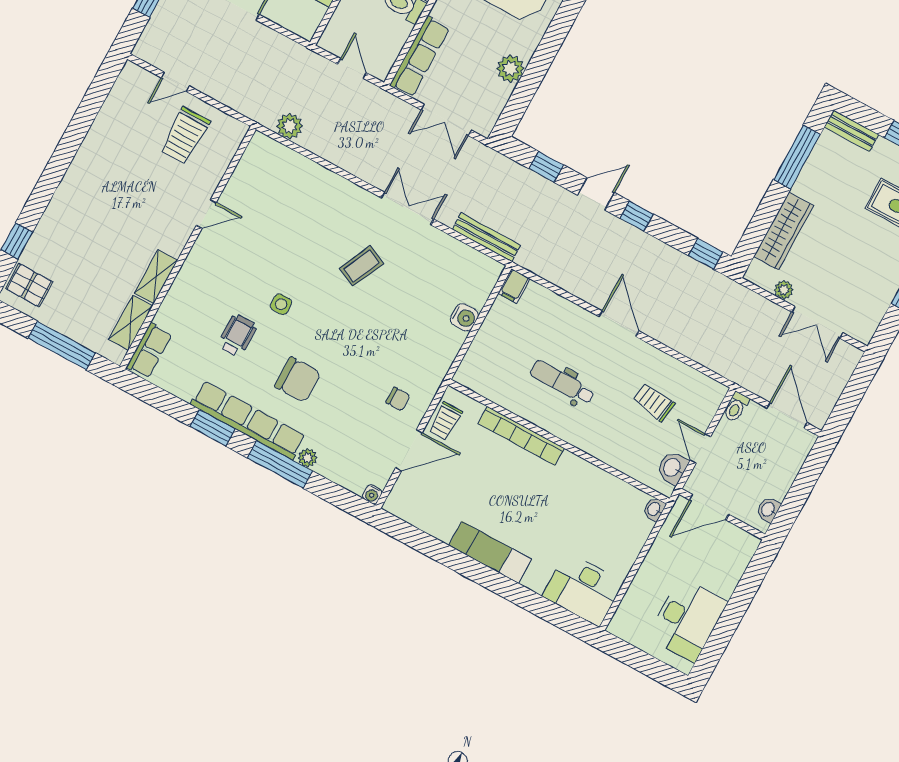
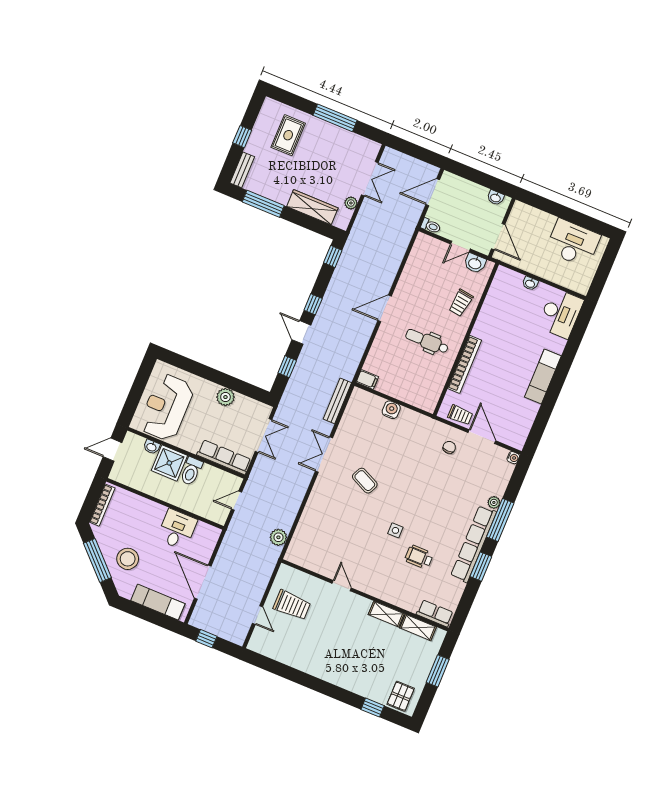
window: (62, 345) -> (438, 671), width x0.69
chair: (298, 380) -> (444, 514), removed
dental chair: (562, 383) -> (427, 341), turned 90
trolley: (654, 402) -> (461, 303), moved
washbasin: (654, 509) -> (530, 283), moved

